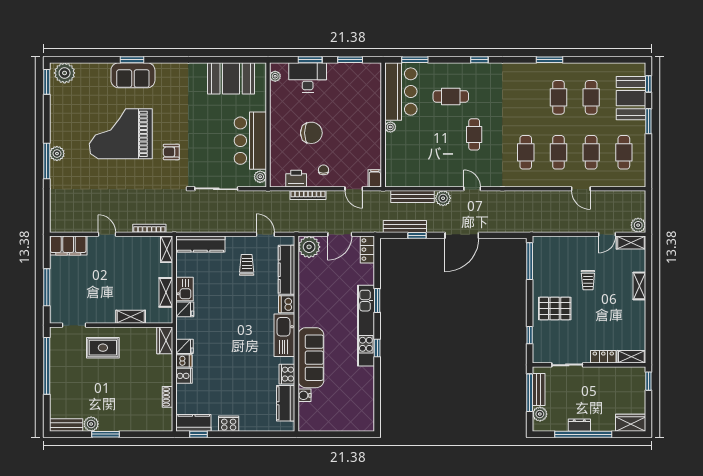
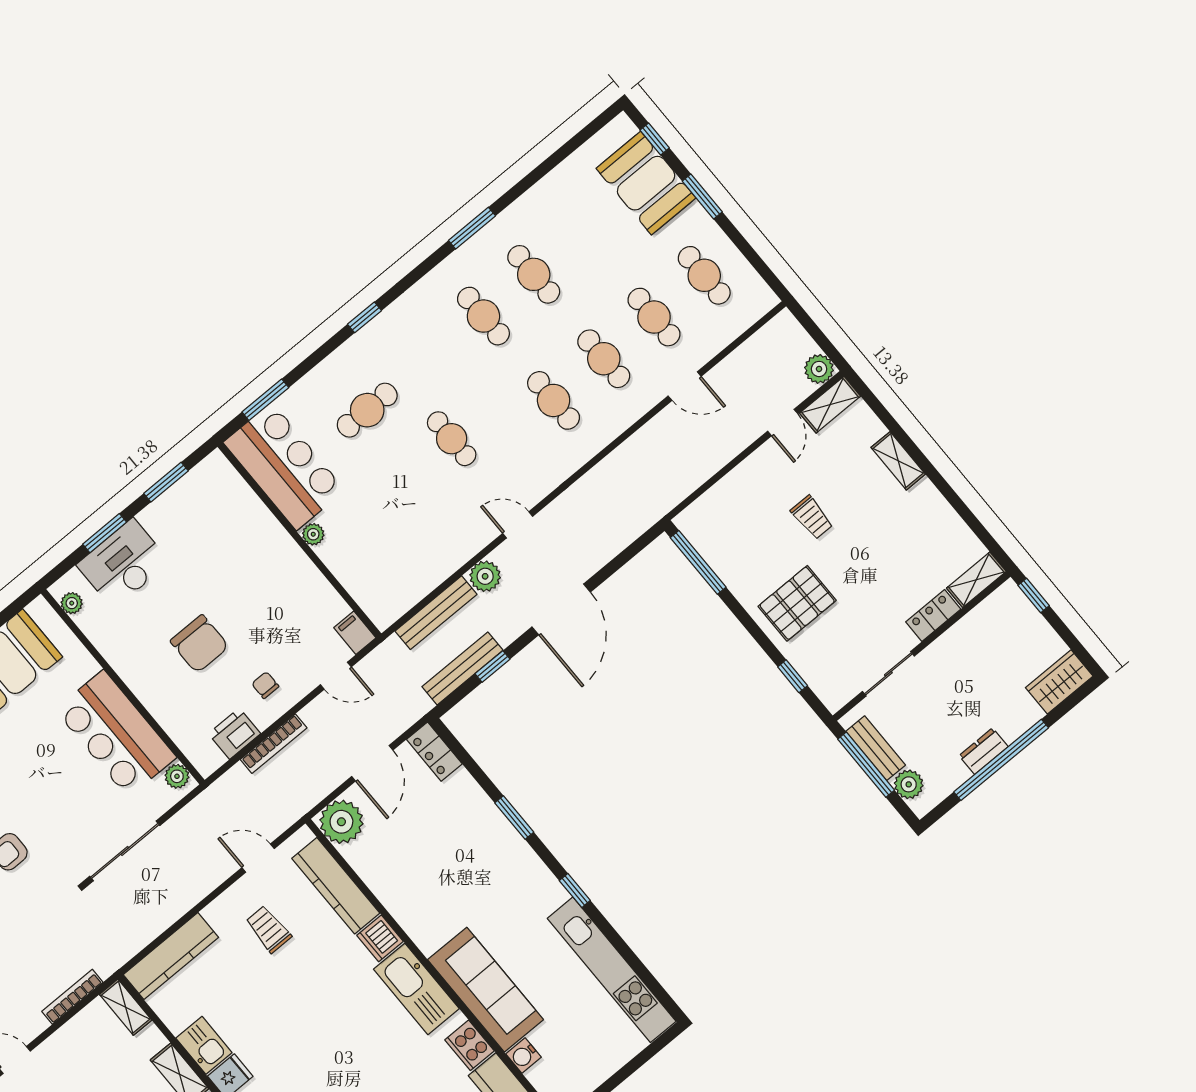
cafe table: (591, 97) -> (483, 316), moved
chair: (311, 133) -> (199, 644), turned 90
kitchen unit: (366, 326) -> (612, 970), moved

